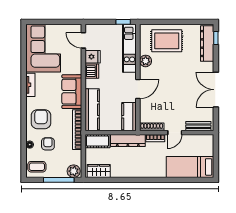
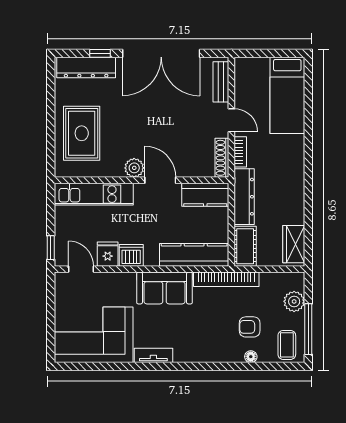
window: (123, 22) -> (51, 248), moved
window: (216, 38) -> (100, 53), moved
door: (83, 40) -> (81, 269), swing flipped
plant: (146, 61) -> (134, 168), moved
double door: (216, 90) -> (161, 53), width x1.36
armchair: (41, 119) -> (209, 338), removed
plant: (74, 171) -> (294, 301), moved
window: (59, 180) -> (308, 329), moved

